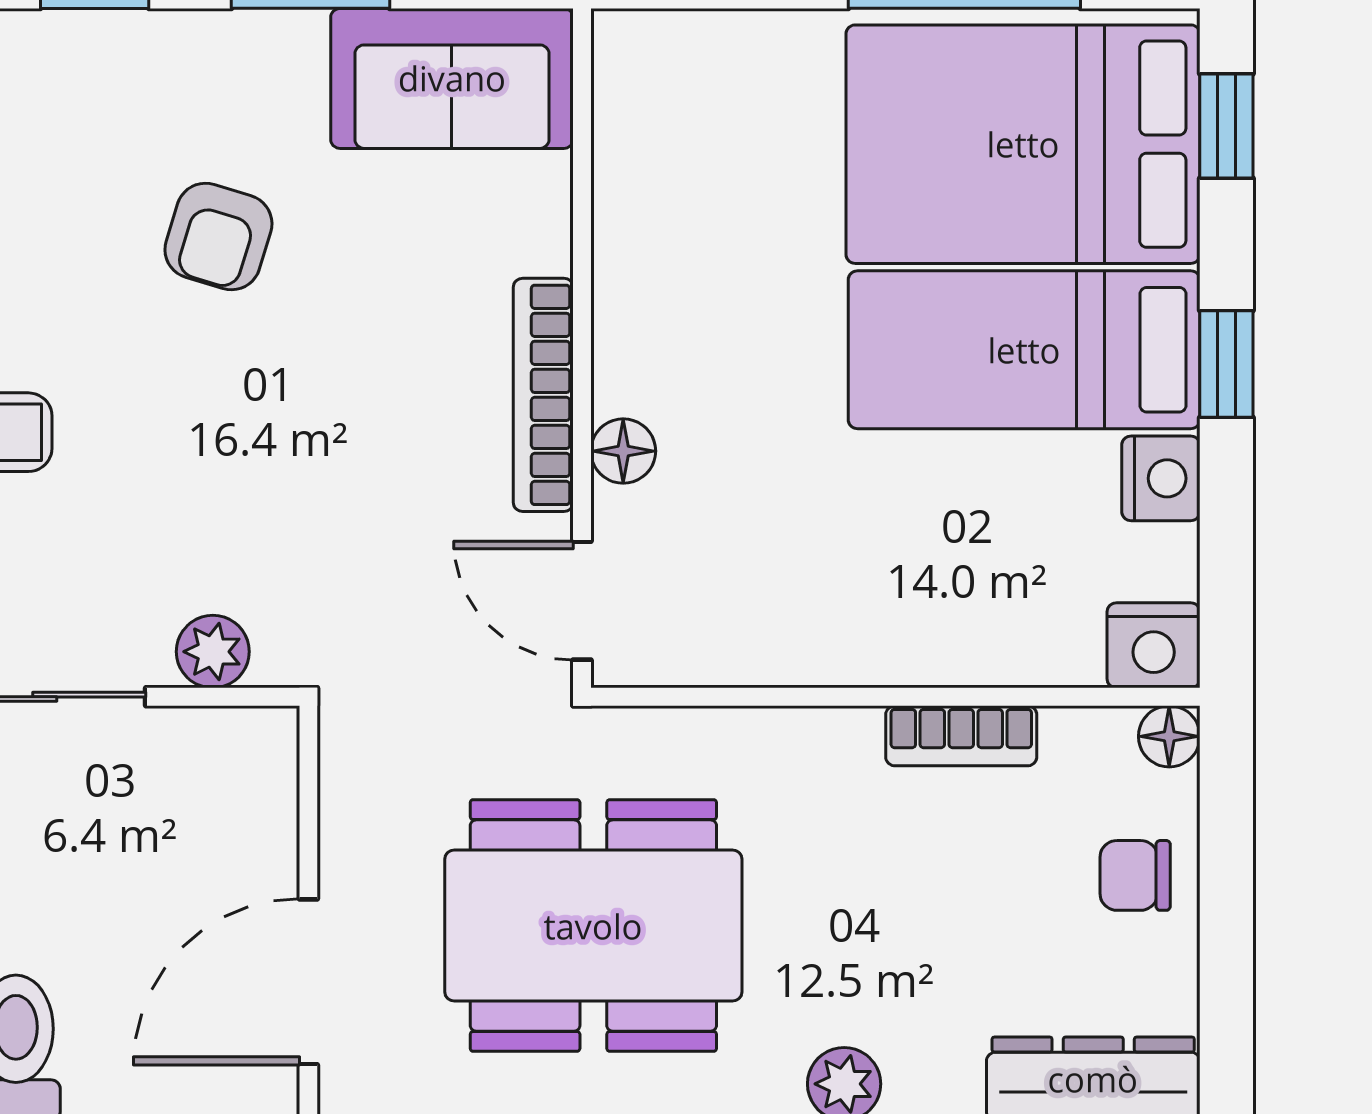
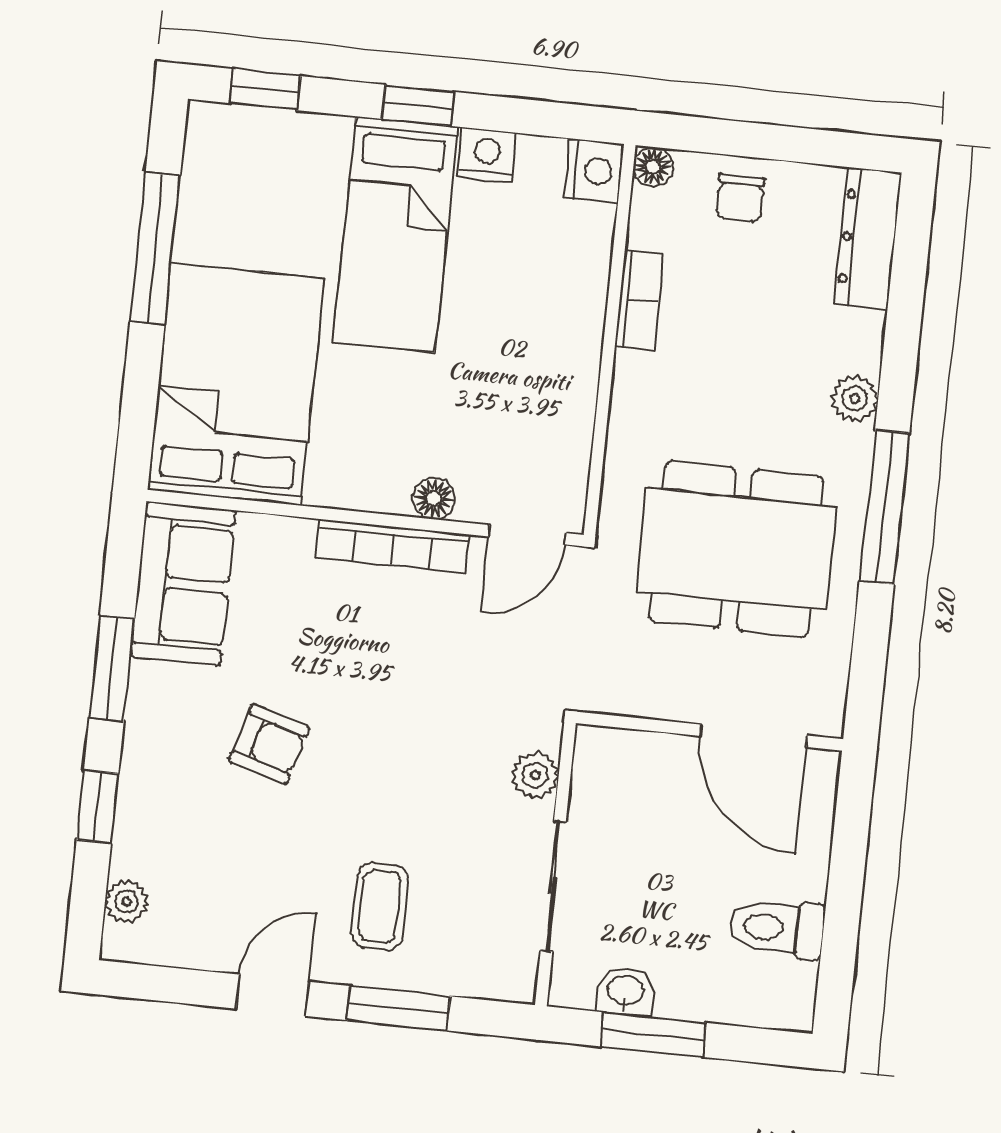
bed: (1023, 144) -> (236, 384), moved, turned 180
dining table: (593, 926) -> (736, 549), turned 90

